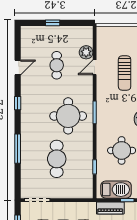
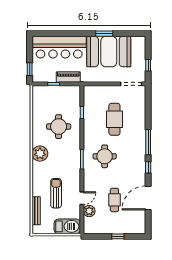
door: (18, 68) -> (148, 198), width x1.88
round table: (68, 116) -> (105, 156), width x0.73, depth x0.73
window: (18, 149) -> (148, 142), moved
barbecue: (116, 190) -> (67, 226), moved, turned 180

